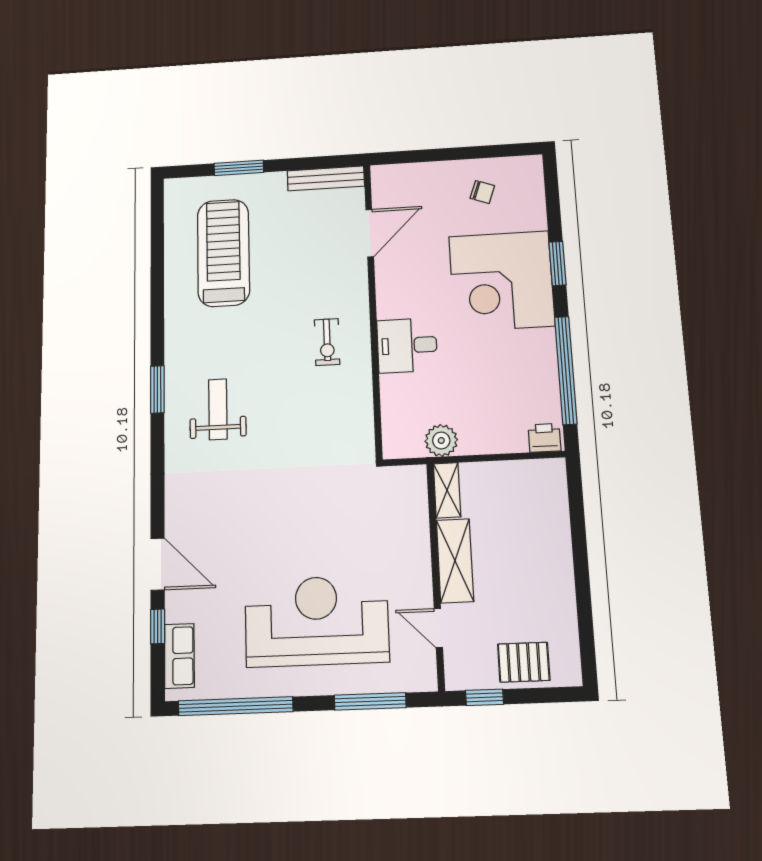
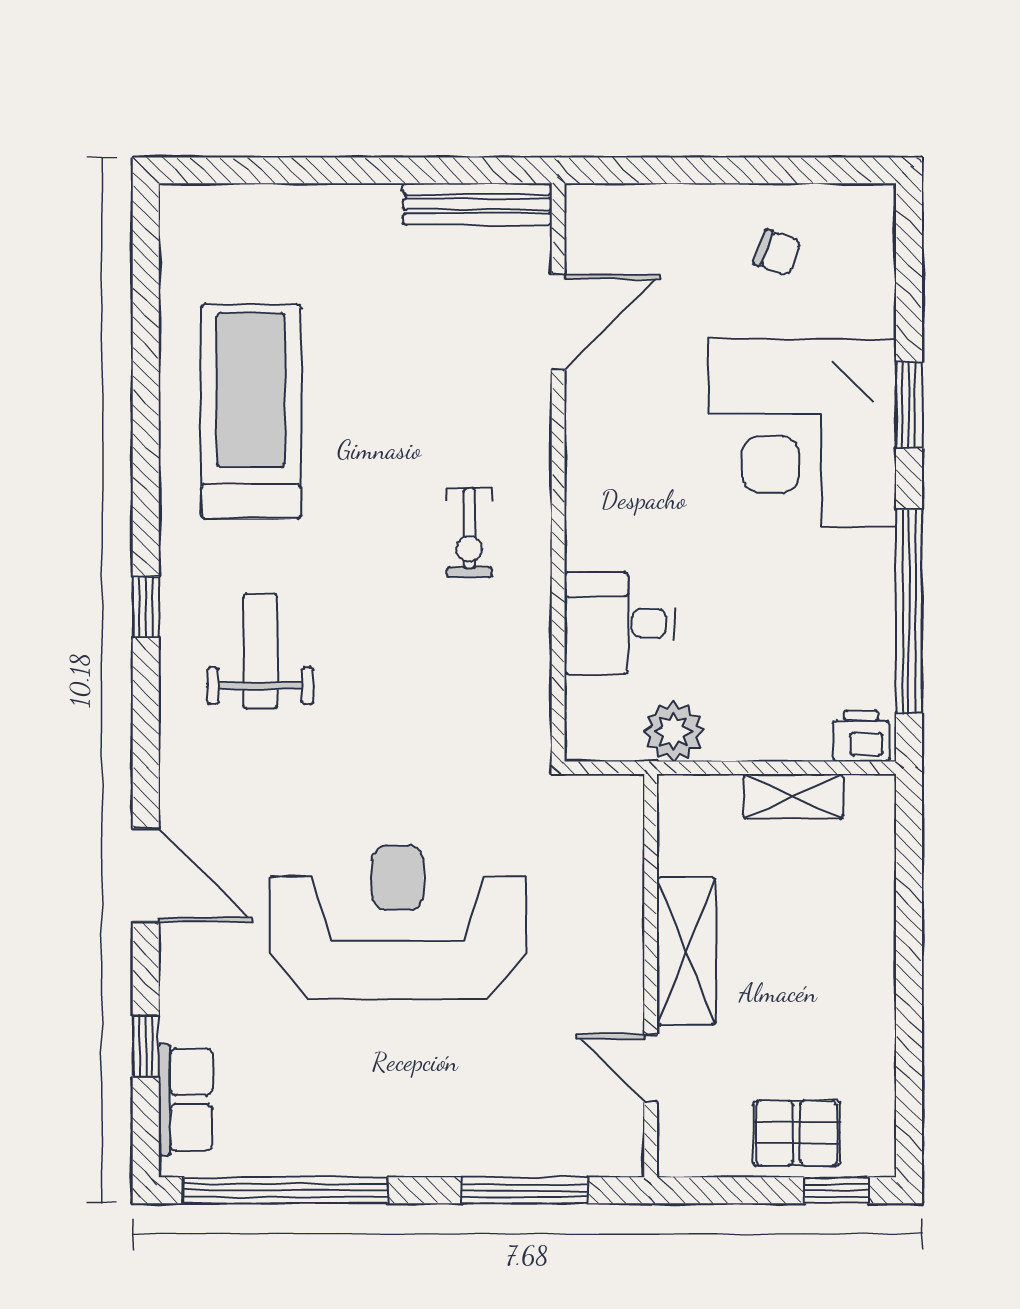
window: (239, 168) -> (308, 170), removed
treadmill: (223, 253) -> (251, 411), moved
desk: (407, 345) -> (619, 623), moved
window: (157, 389) -> (146, 607), width x0.67
shelving: (447, 490) -> (794, 796), moved, turned 90
door: (158, 564) -> (146, 875), moved
reception desk: (317, 621) -> (398, 922), moved
window: (484, 697) -> (836, 1190), moved

